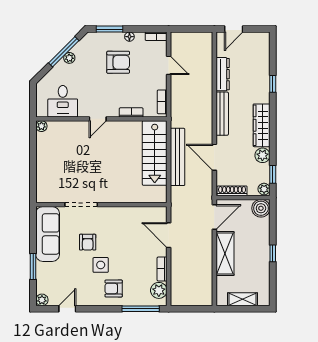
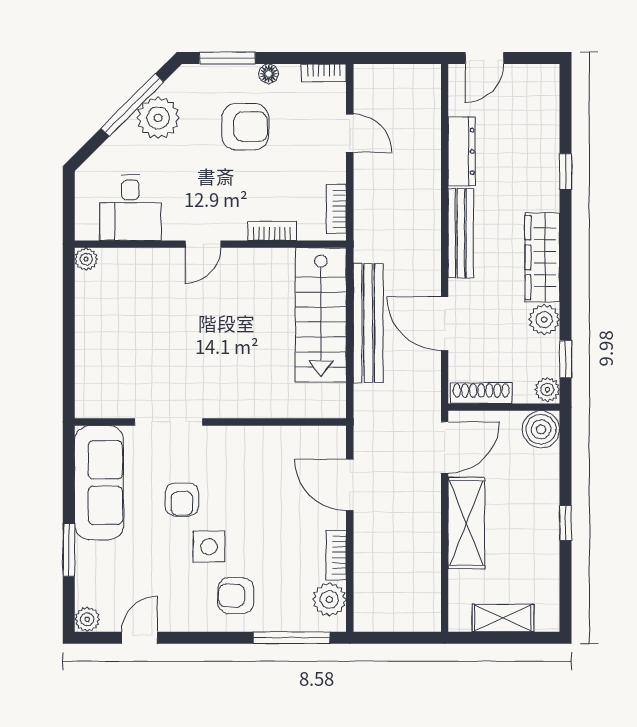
plant: (69, 58) -> (158, 118), width x1.88, depth x1.88

